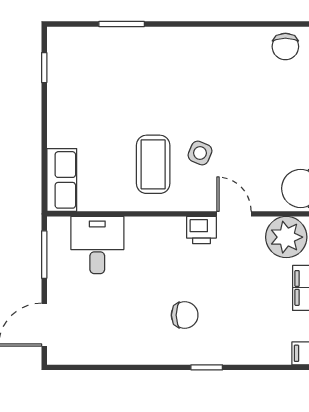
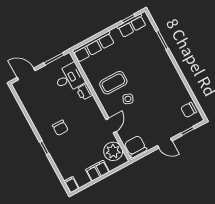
row of seats: (61, 68) -> (132, 26), added
row of seats: (62, 180) -> (93, 47), width x1.48
printer: (201, 230) -> (85, 92), moved

